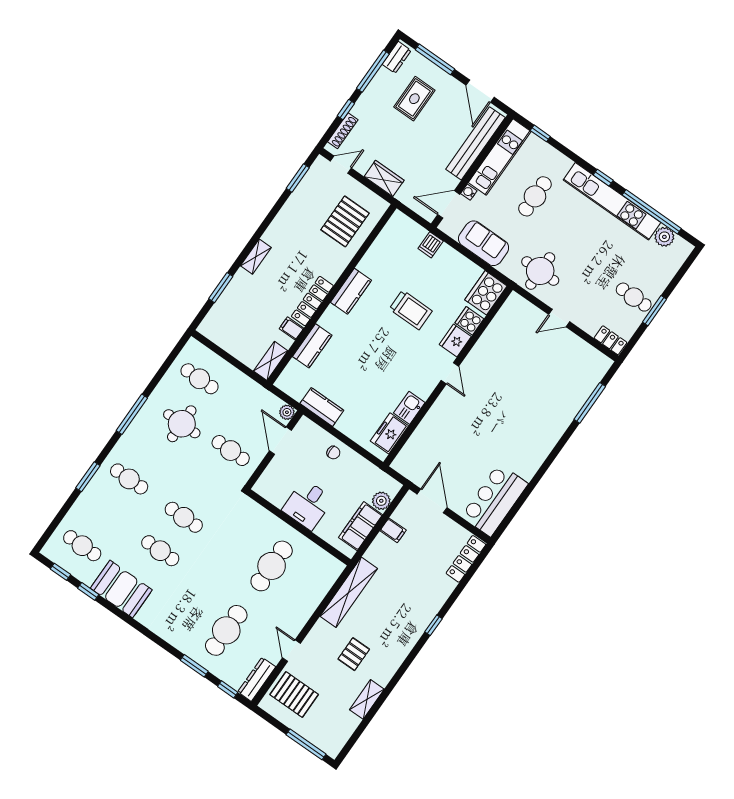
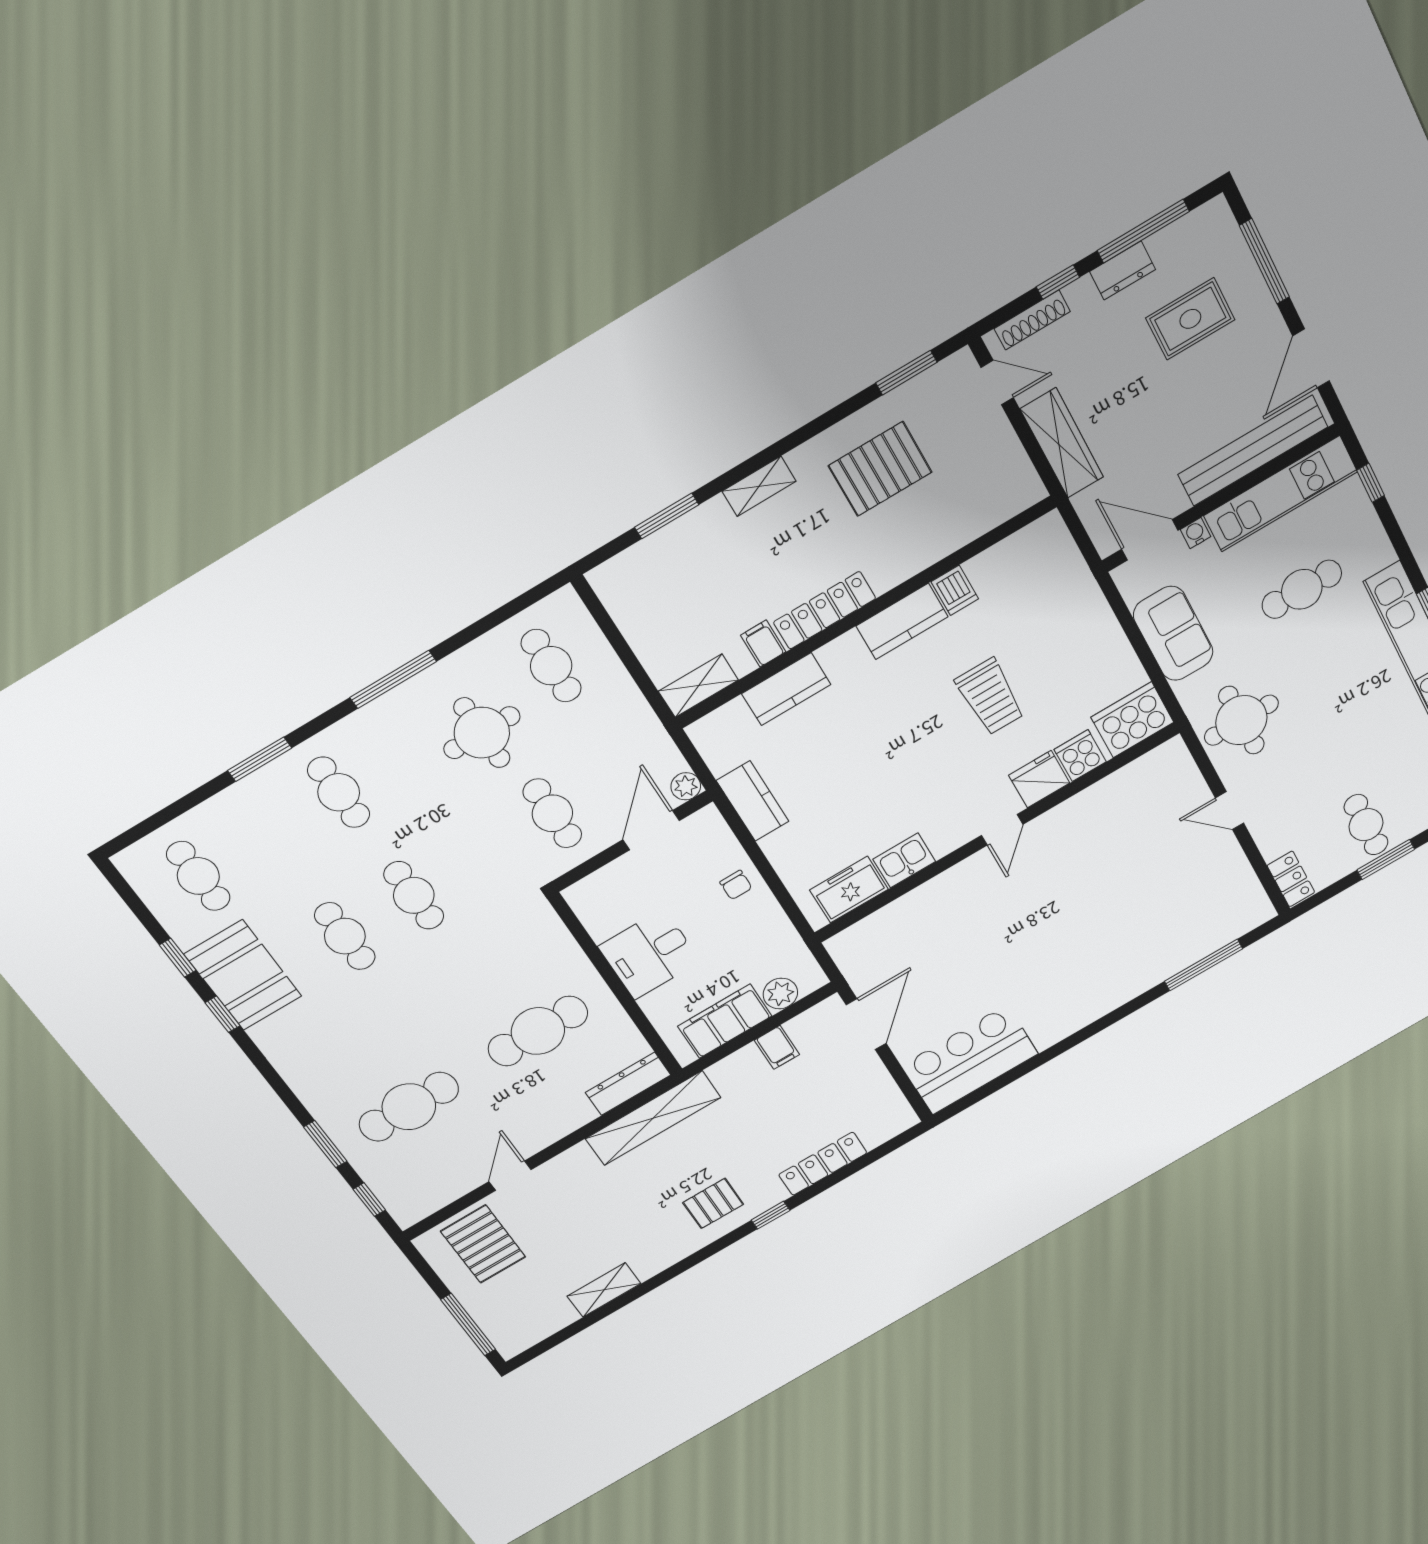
dresser: (397, 57) -> (1123, 270), moved
wardrobe: (384, 178) -> (1062, 443), width x1.50
pallet: (345, 221) -> (880, 469), moved
dishwasher: (431, 245) -> (955, 590), moved, turned -90
locker: (466, 559) -> (823, 1164), moved
window: (60, 572) -> (222, 1014), moved
pallet: (354, 654) -> (713, 1203), moved
dresser: (257, 679) -> (628, 1084), moved

